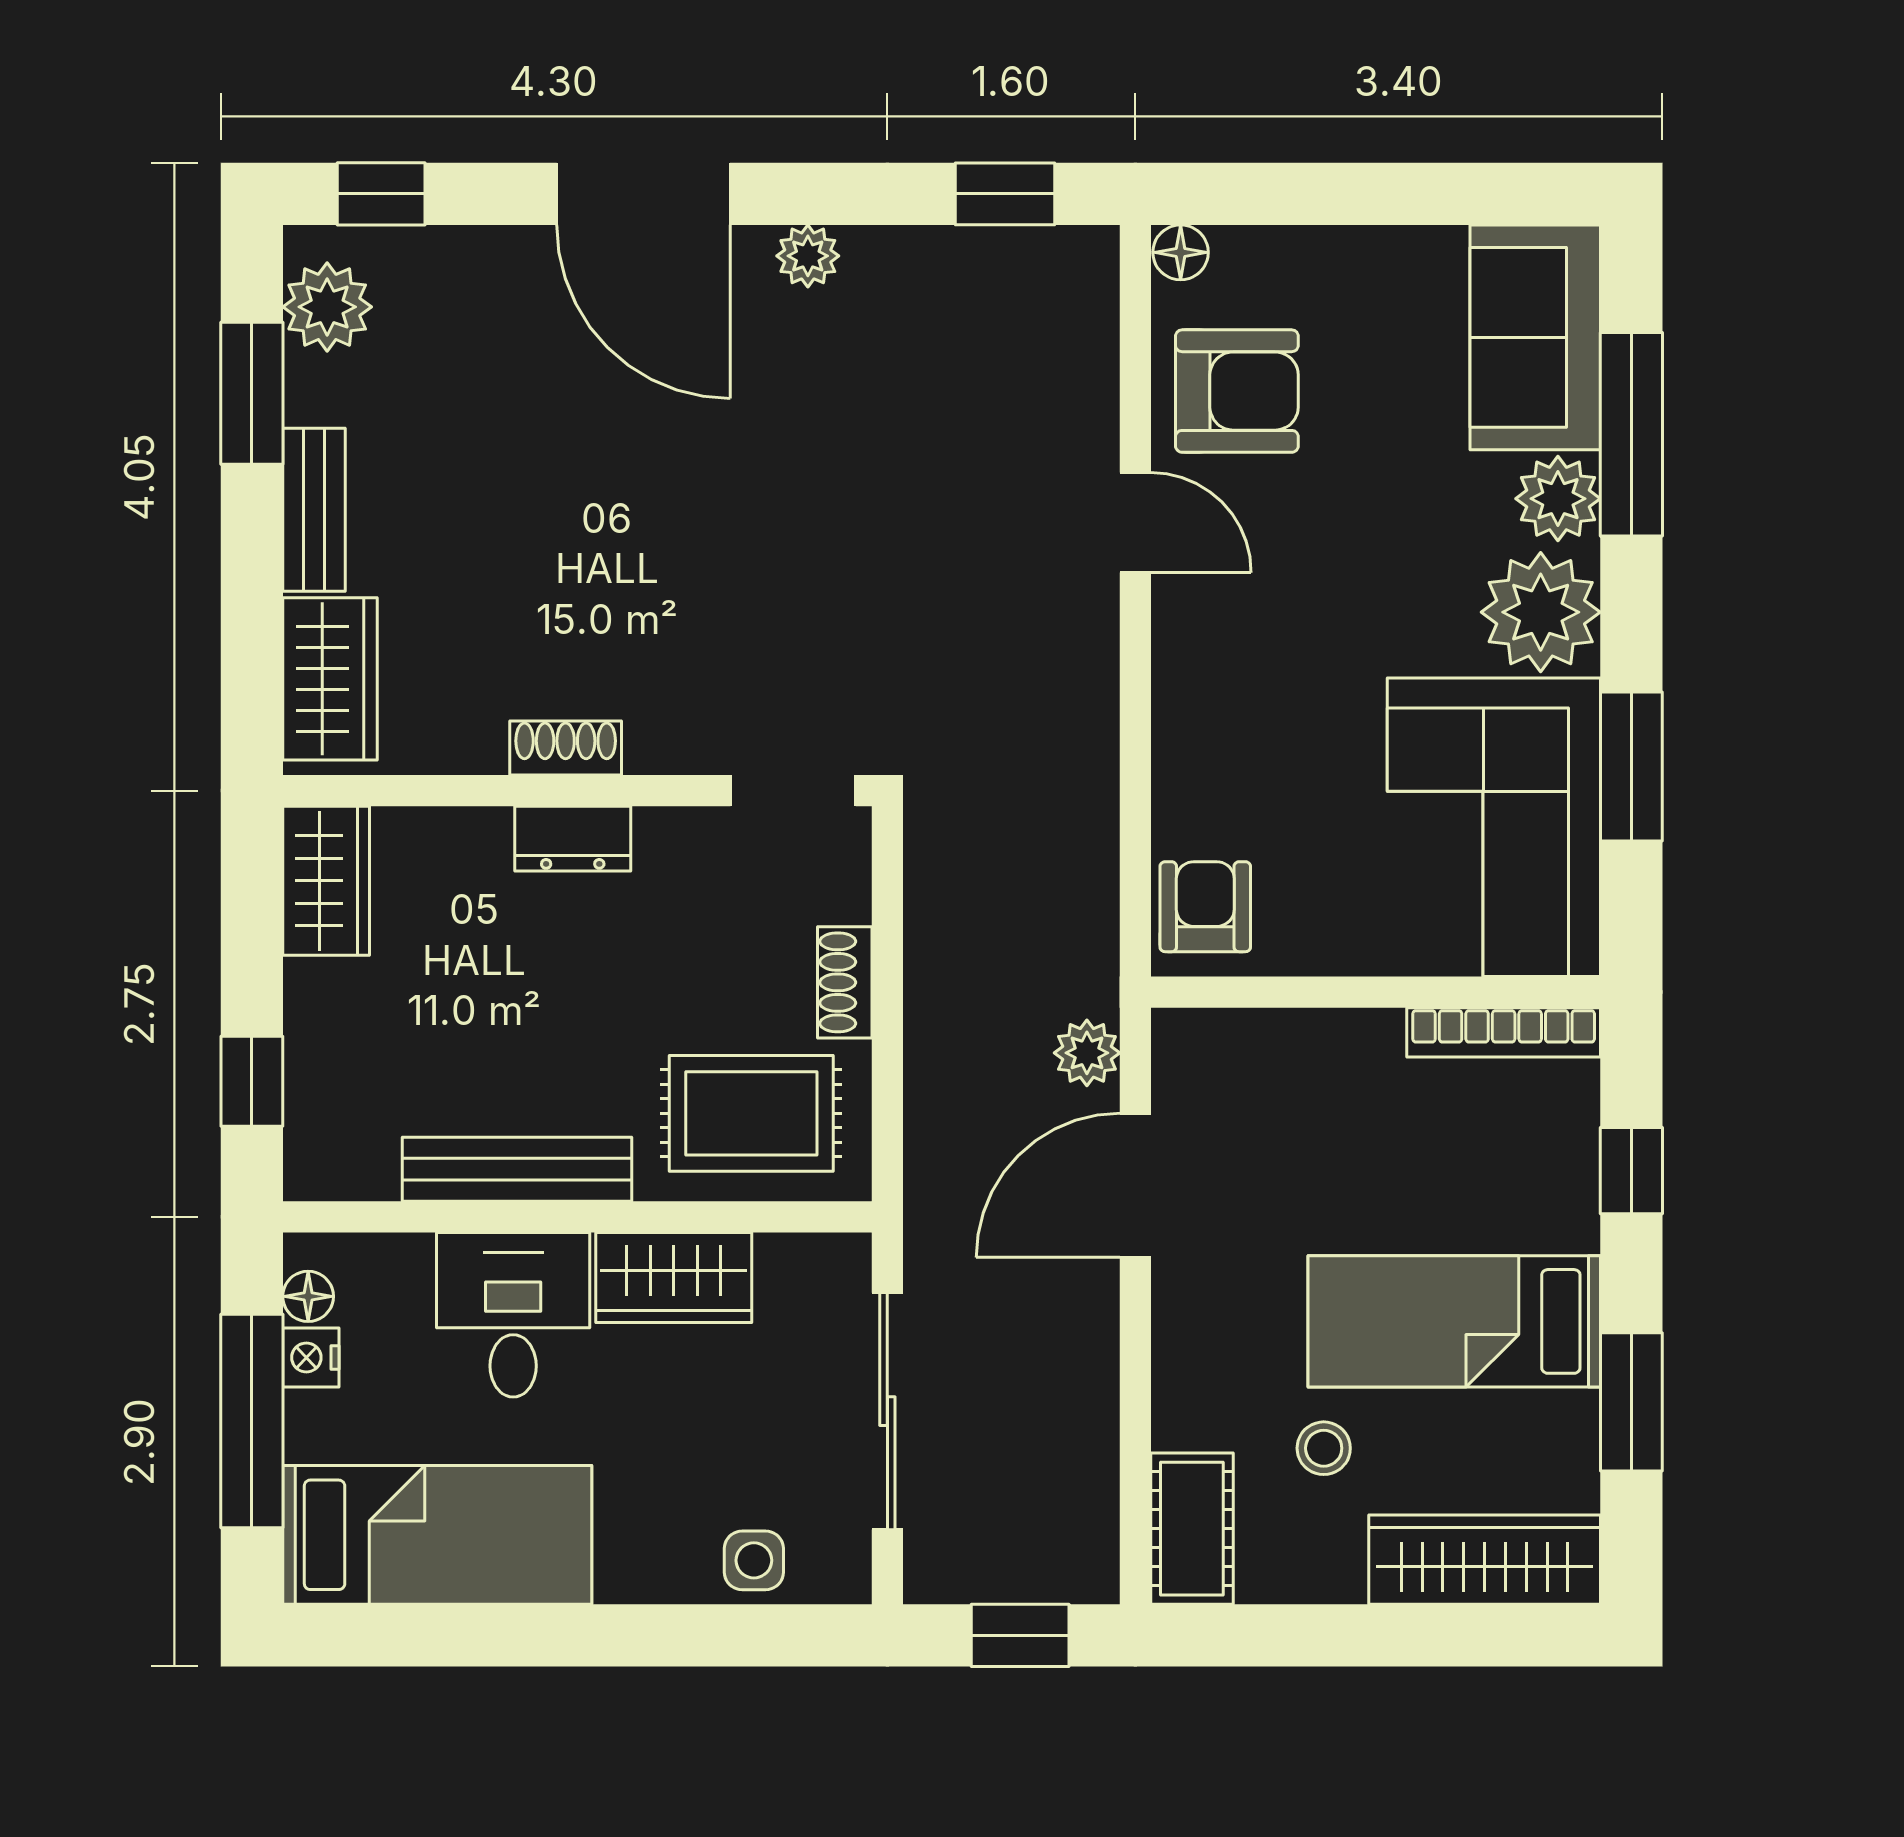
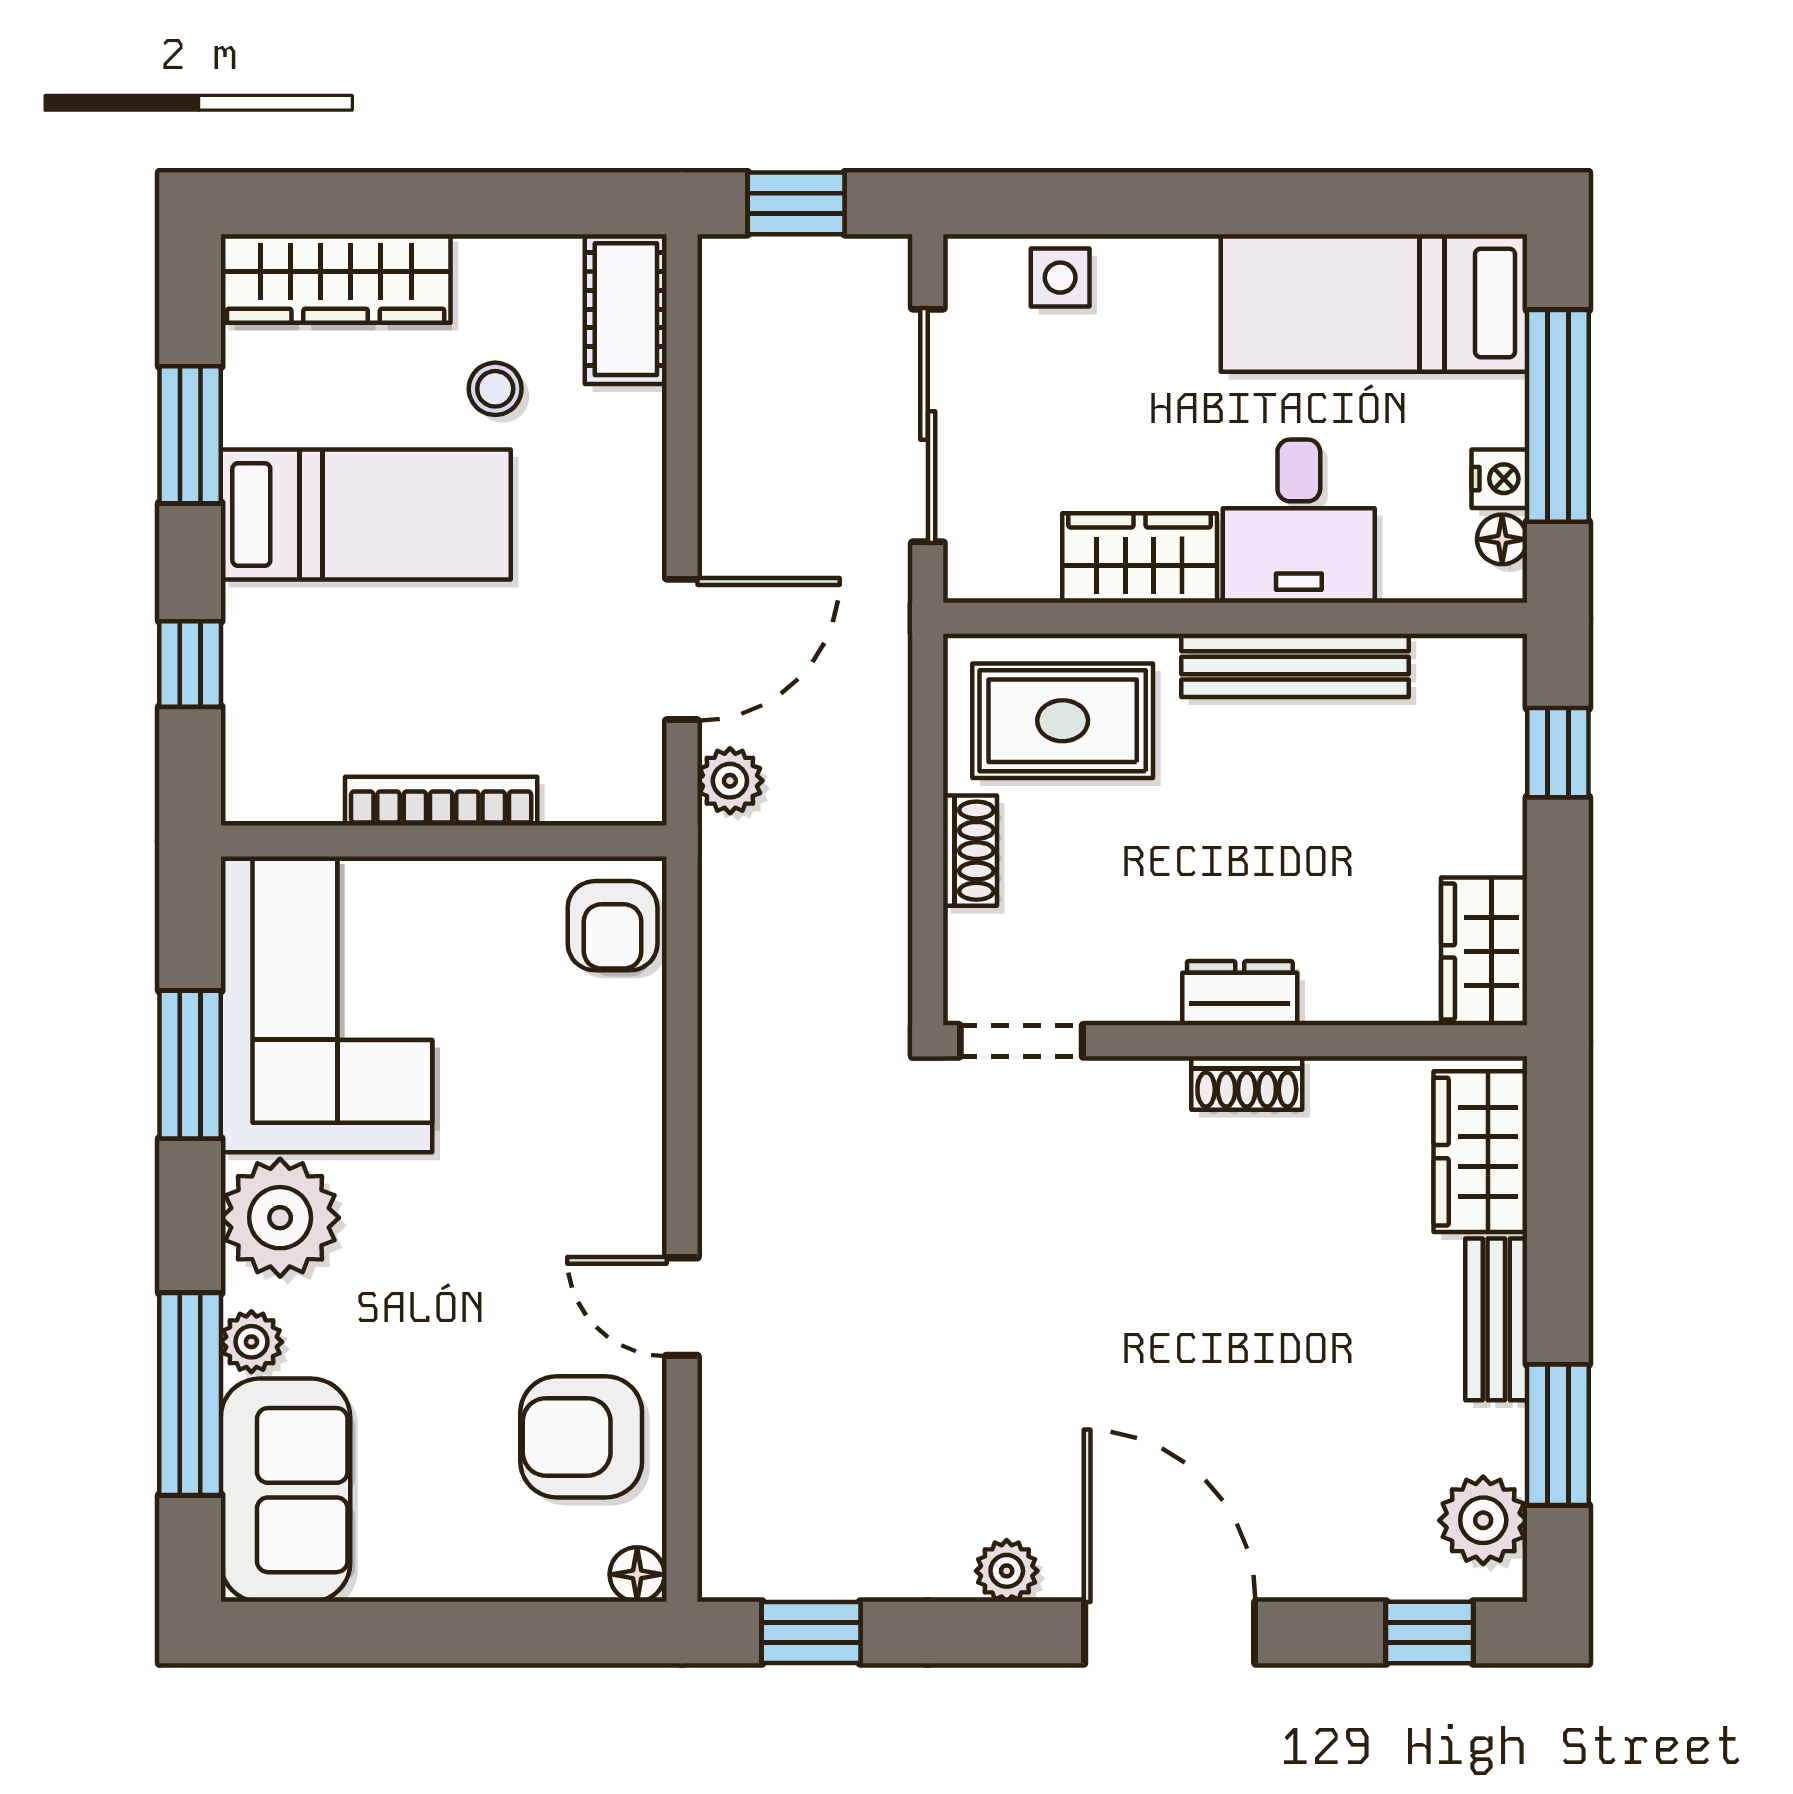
plant: (1558, 499) -> (251, 1342), width x0.73, depth x0.73
bookcase: (1504, 1032) -> (441, 801), moved

